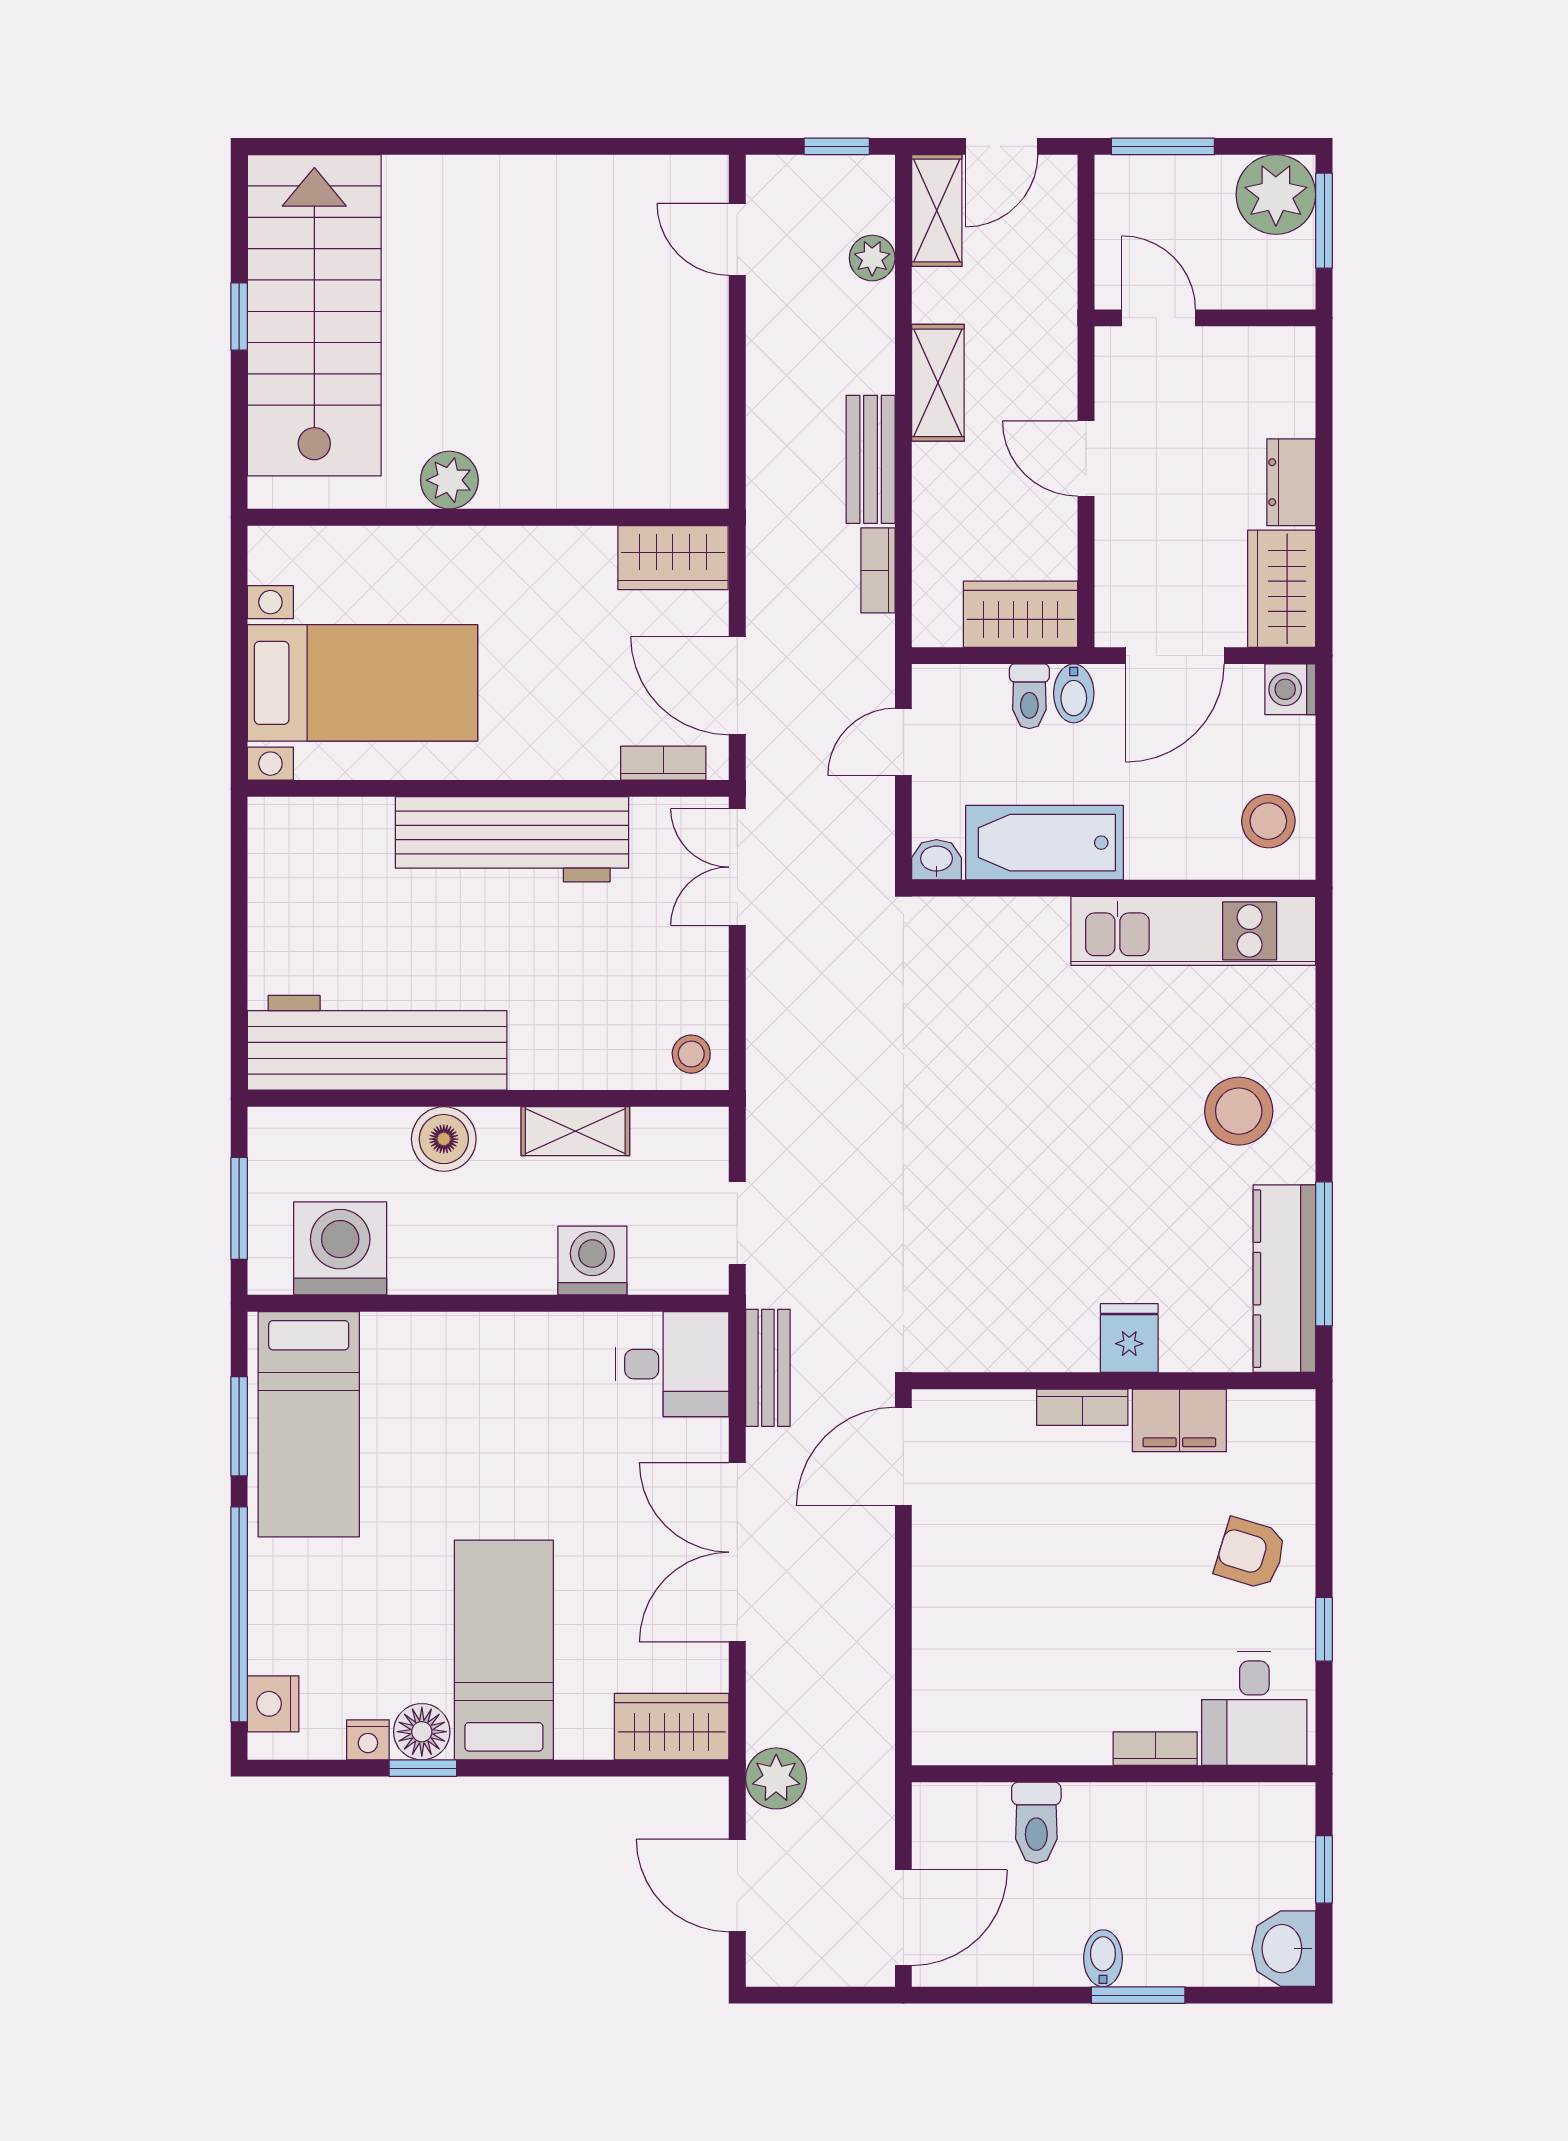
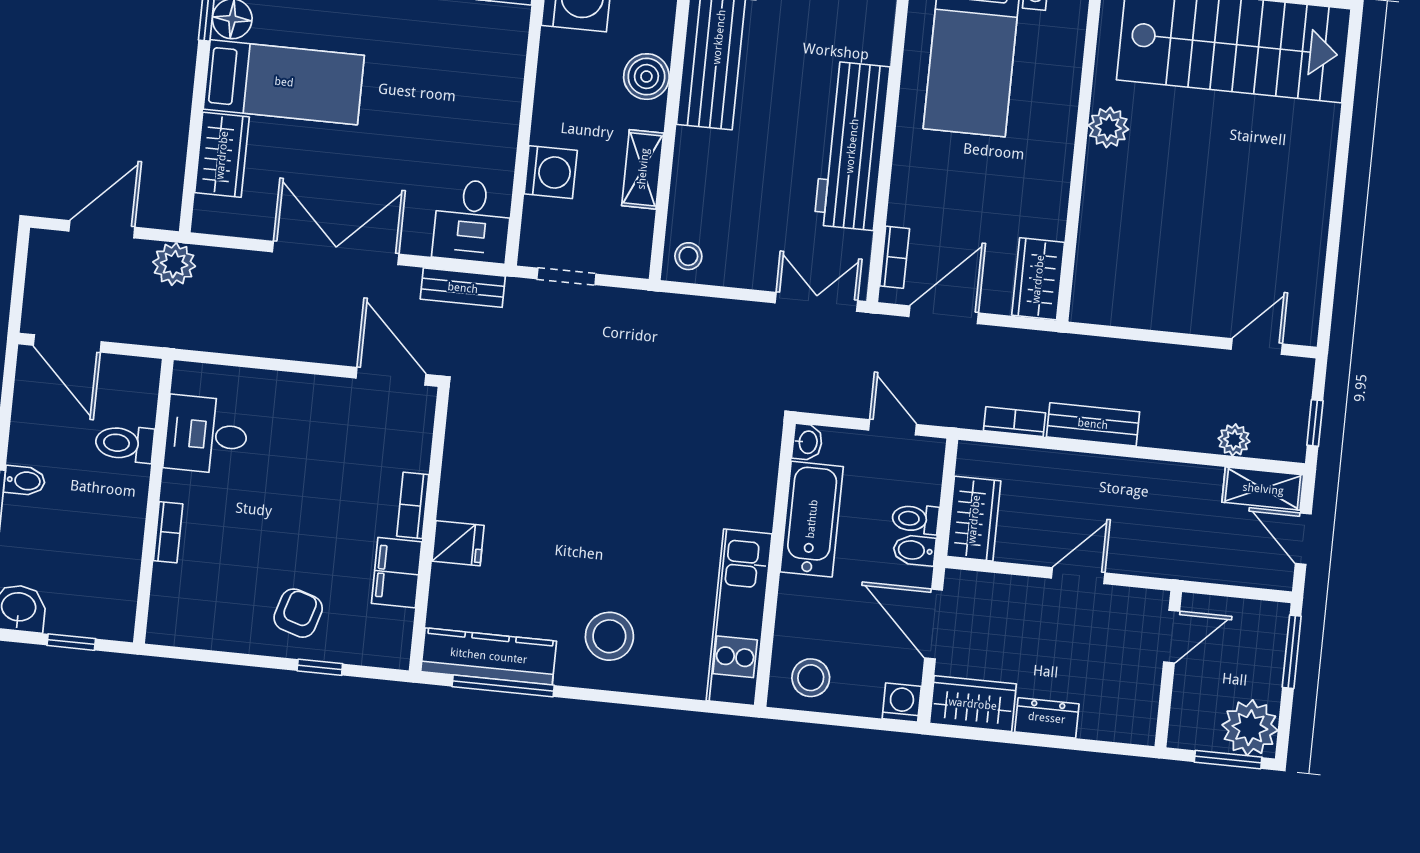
shelving: (938, 383) -> (1142, 477), removed
window: (1324, 1629) -> (320, 667), moved
desk: (1254, 1709) -> (206, 435), moved
wardrobe: (672, 1727) -> (222, 155), moved

